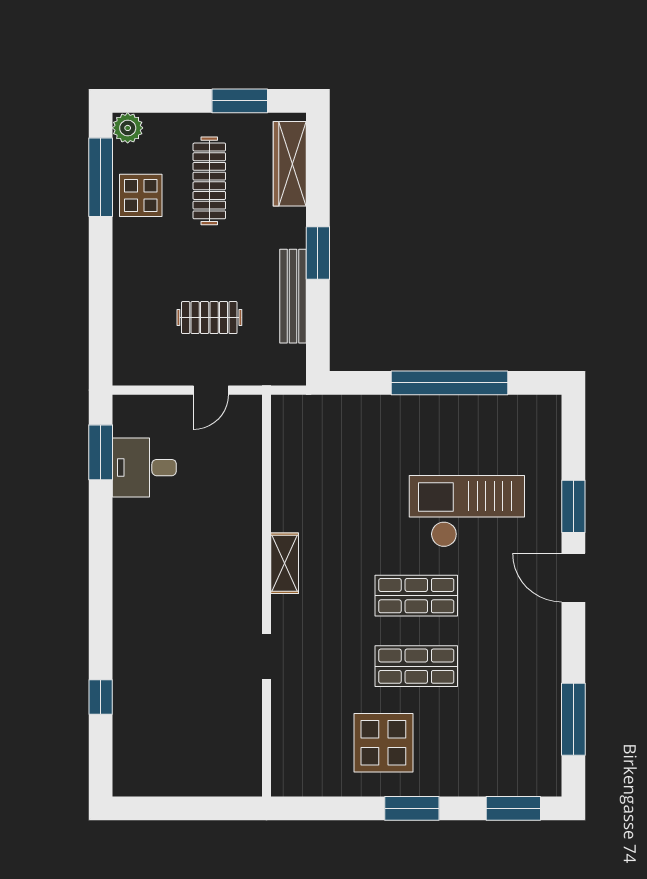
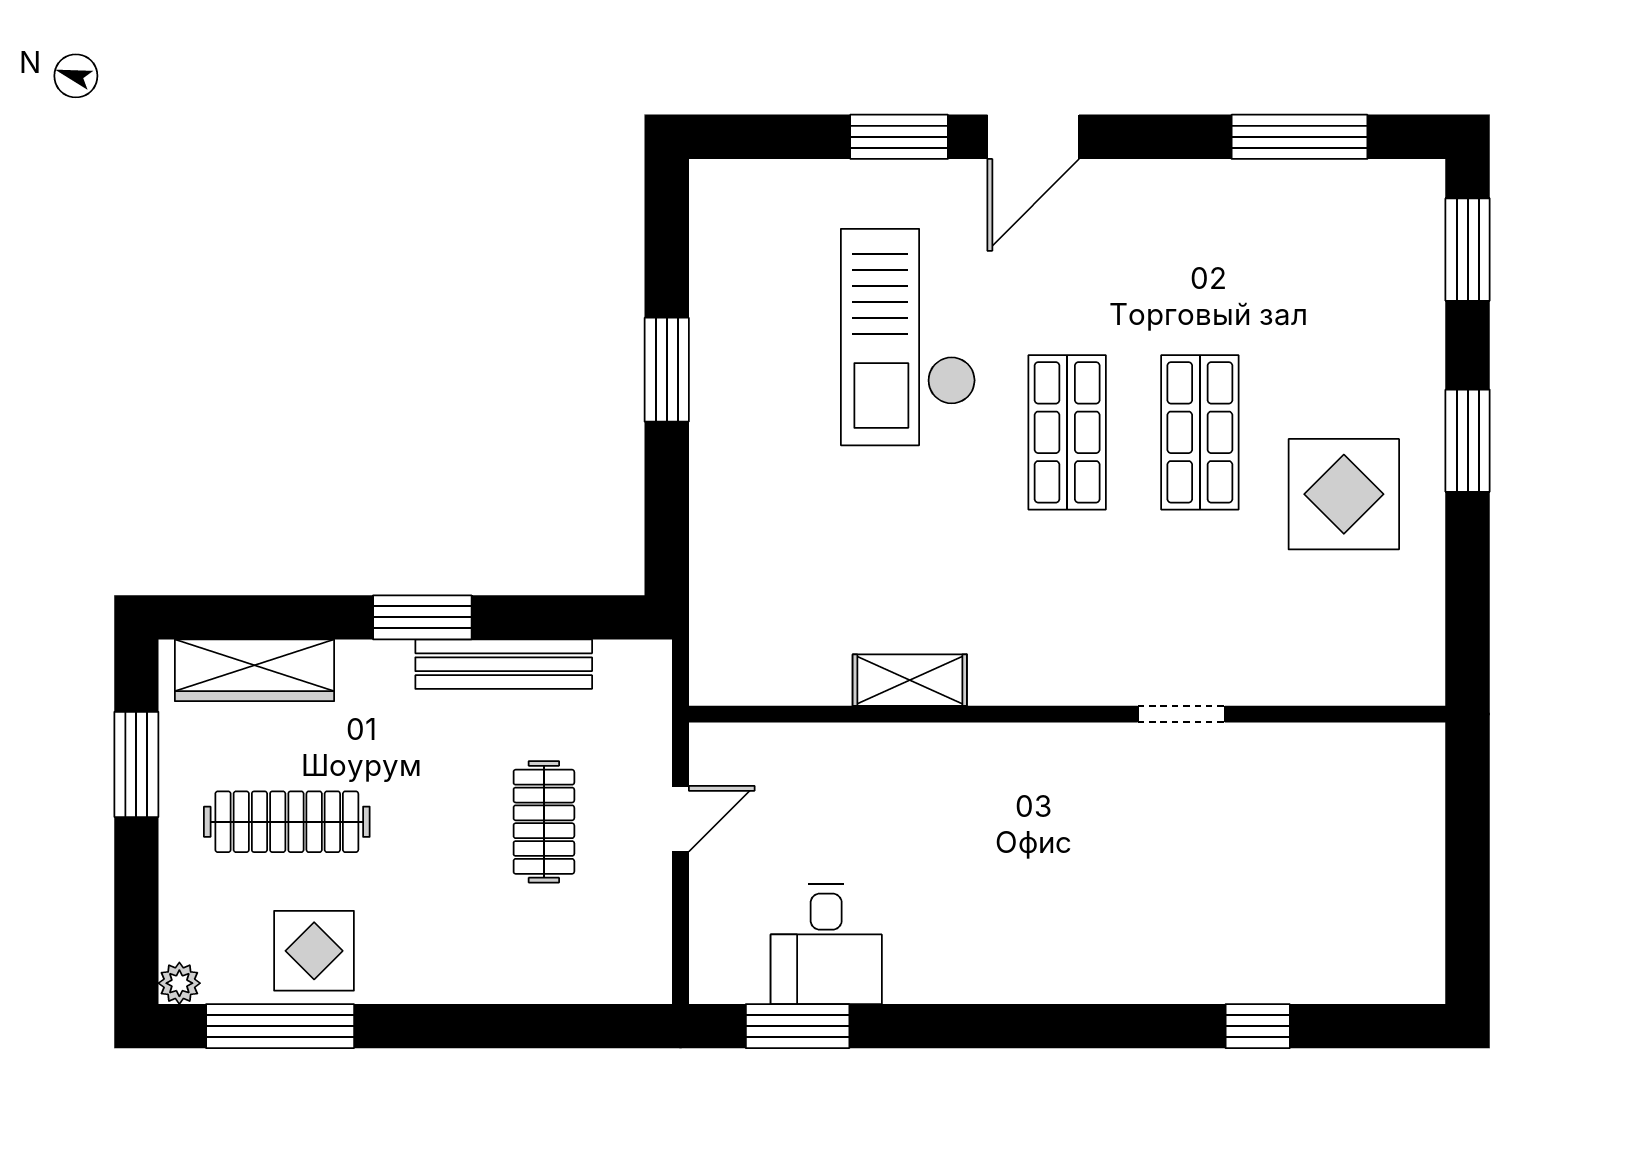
plant: (128, 128) -> (179, 983), width x0.73, depth x0.73
window: (450, 383) -> (667, 370), width x0.47
door: (211, 390) -> (680, 819), hinge flipped
shelving: (285, 563) -> (910, 680), moved

